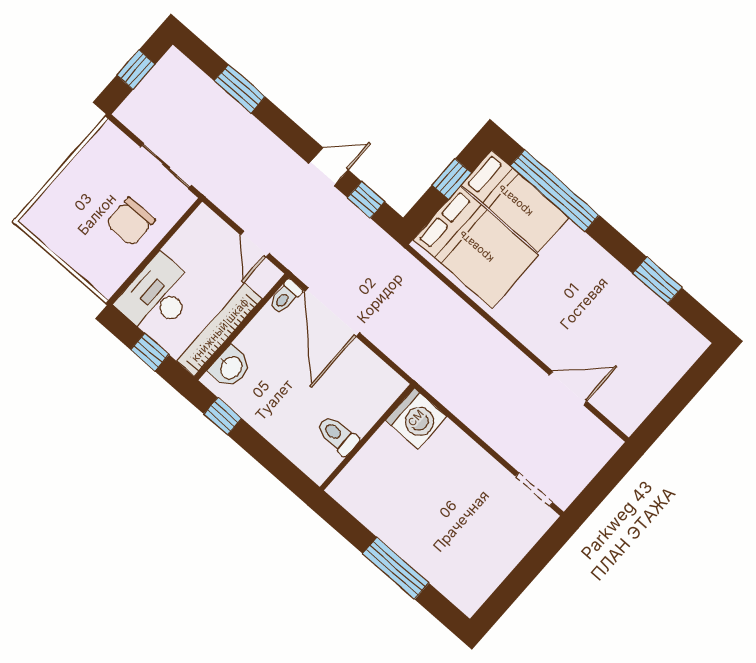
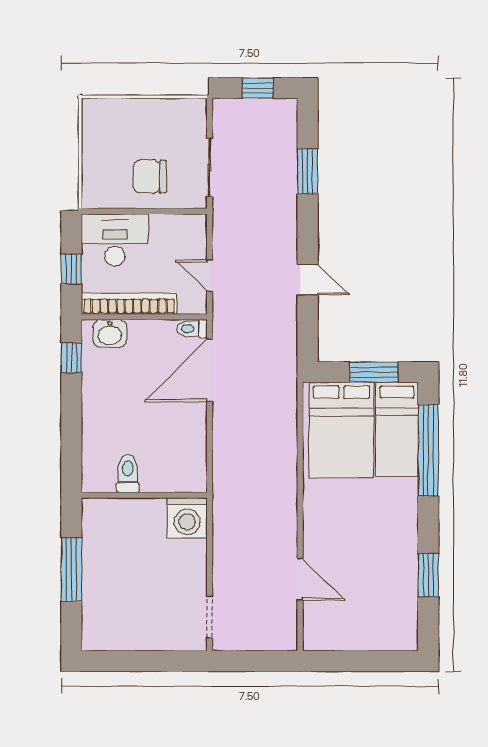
window: (452, 179) -> (374, 372), width x1.50
window: (366, 200) -> (308, 326), removed
door: (255, 244) -> (210, 276), hinge flipped
washing machine: (416, 418) -> (187, 518), moved
toilet: (338, 435) -> (128, 474), moved
wall: (367, 437) -> (144, 495), moved

